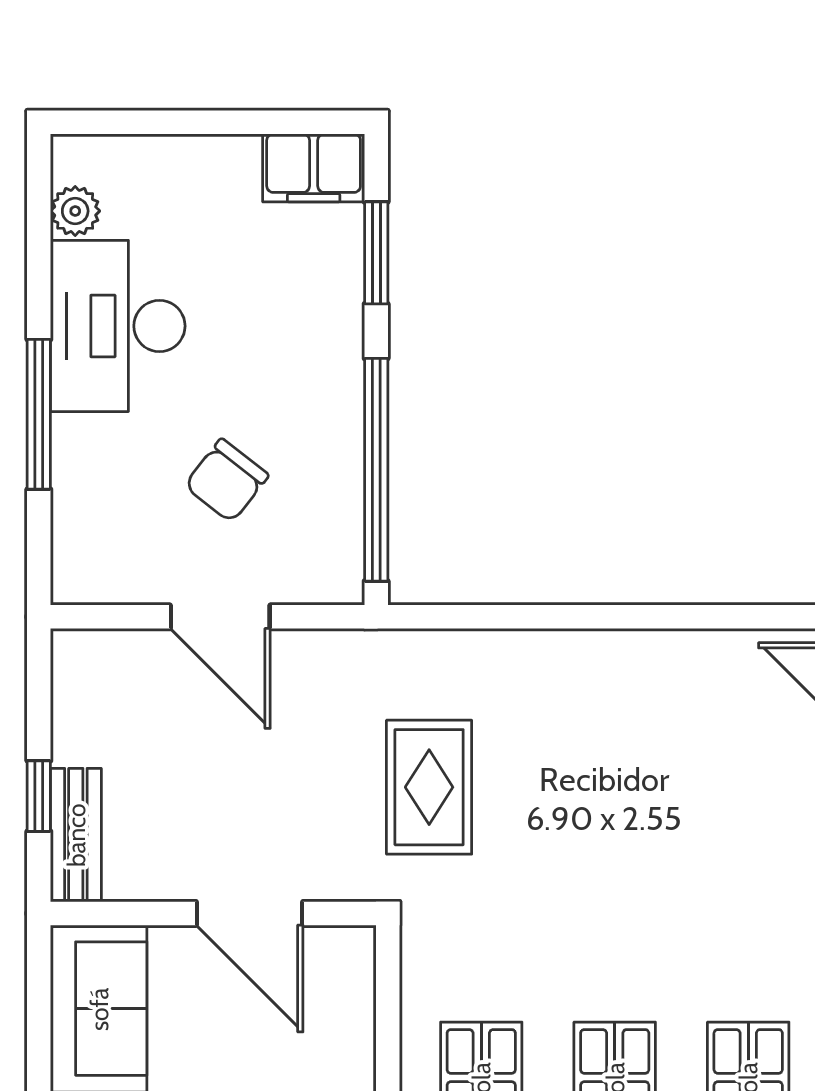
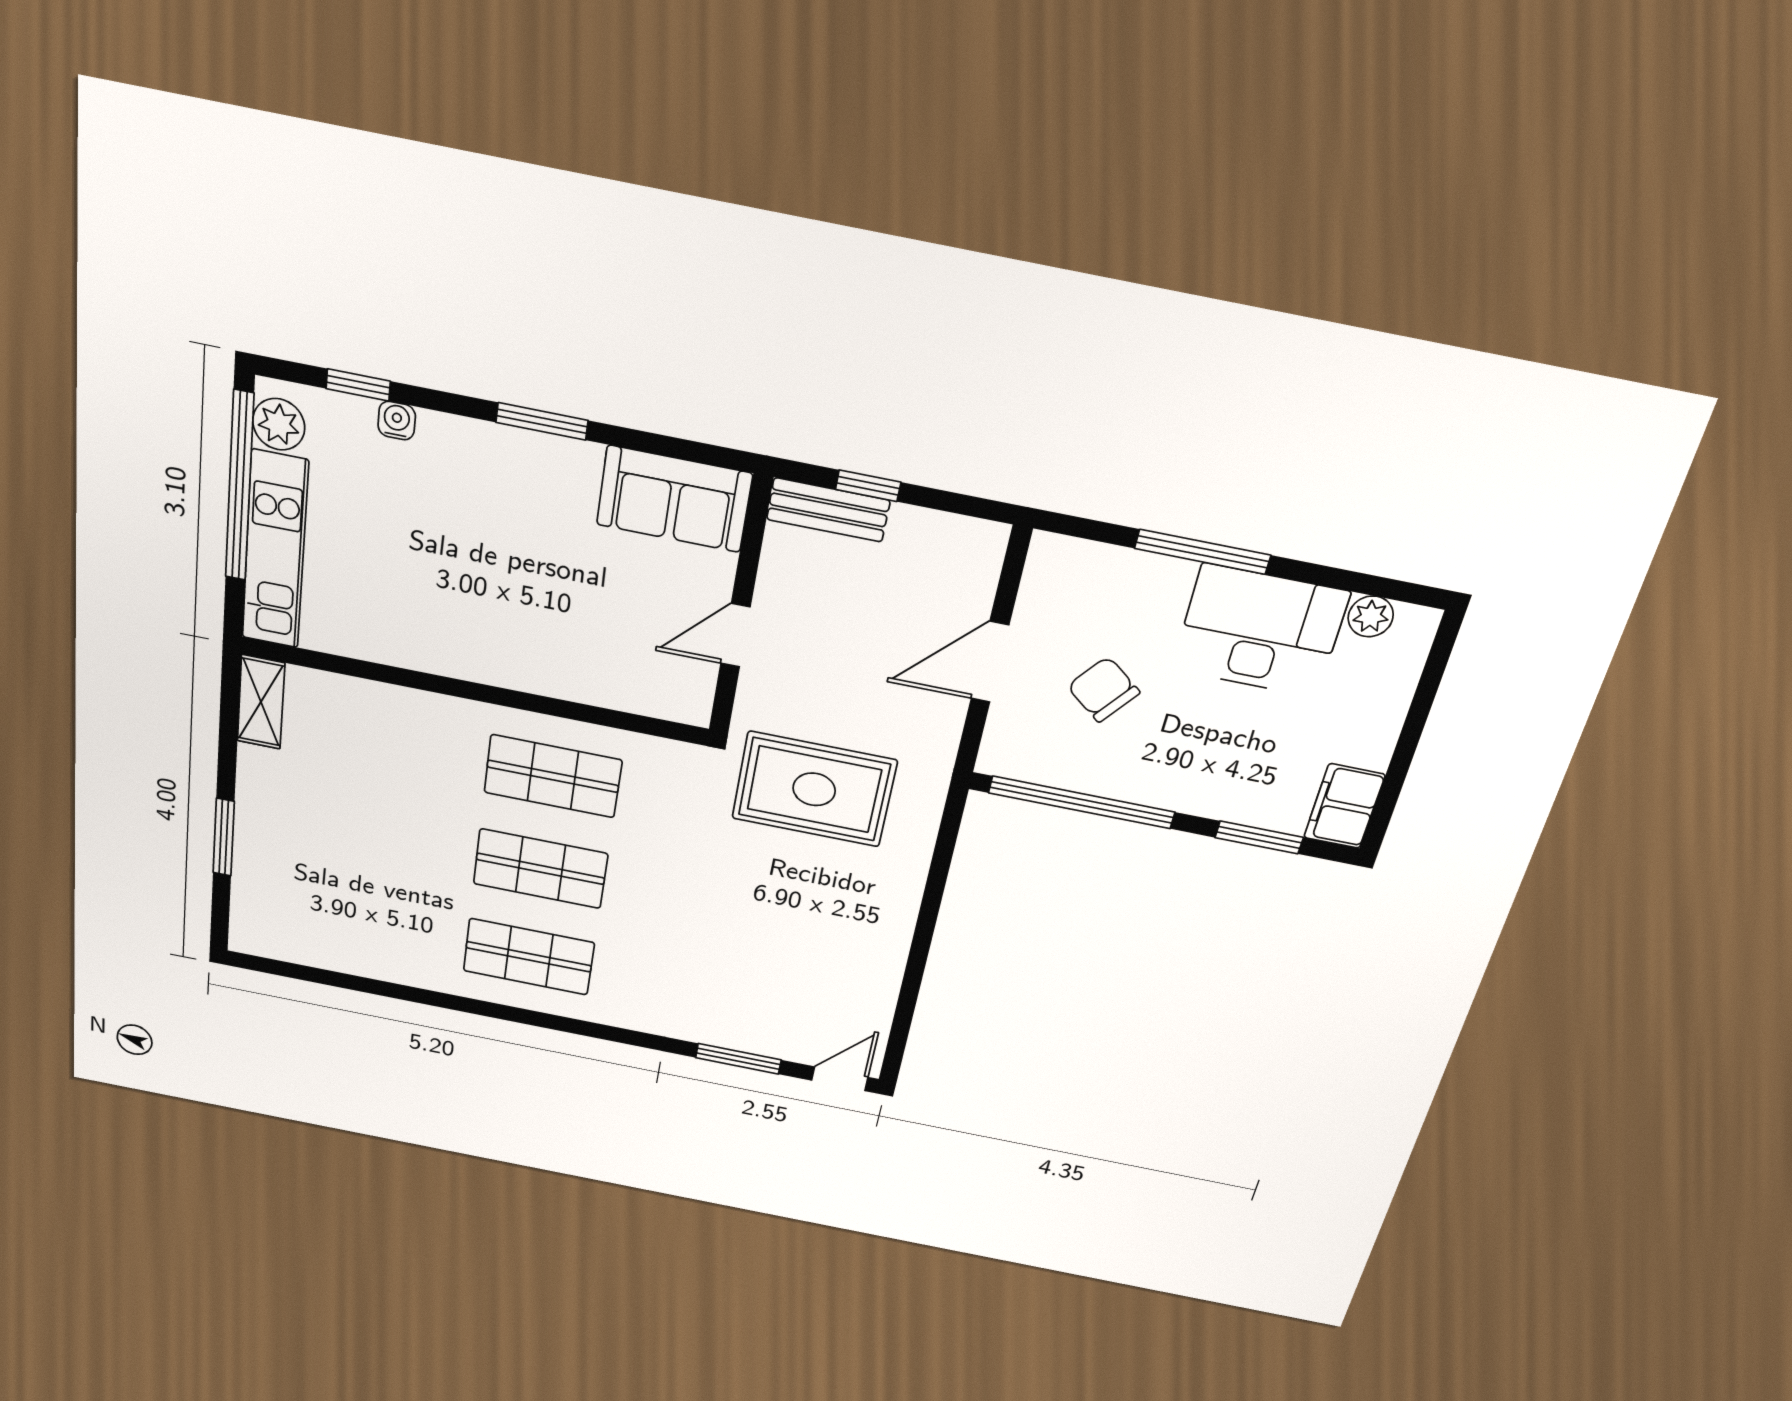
rug: (429, 787) -> (814, 789), width x1.36, depth x1.43
door: (249, 913) -> (735, 635), width x0.73

